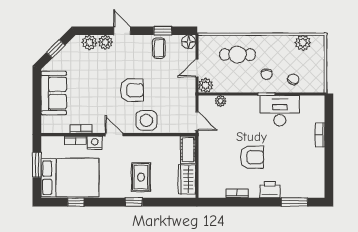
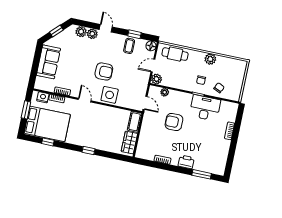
plant: (303, 43) -> (210, 59), moved
cafe table: (237, 54) -> (175, 54), moved
nightstand: (95, 143) -> (43, 97), moved
armchair: (252, 157) -> (174, 122), moved, turned 180
rug: (141, 177) -> (97, 134), removed

